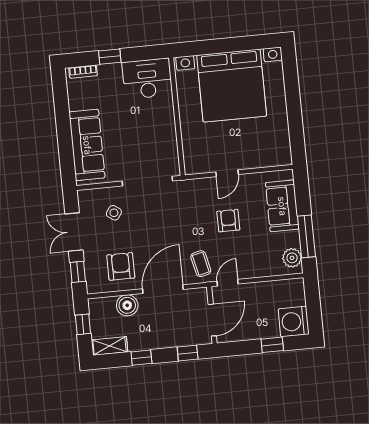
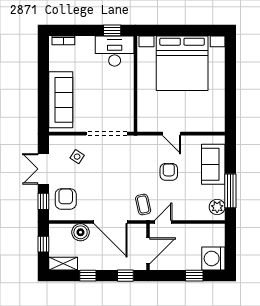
window: (110, 57) -> (112, 30), moved
door: (227, 173) -> (171, 134), hinge flipped
armchair: (121, 266) -> (66, 199), moved
door: (163, 289) -> (111, 222), swing flipped

